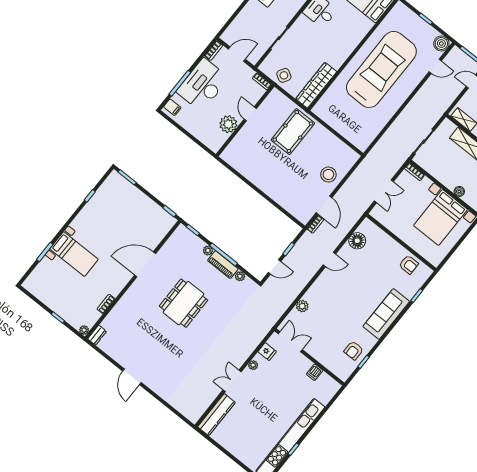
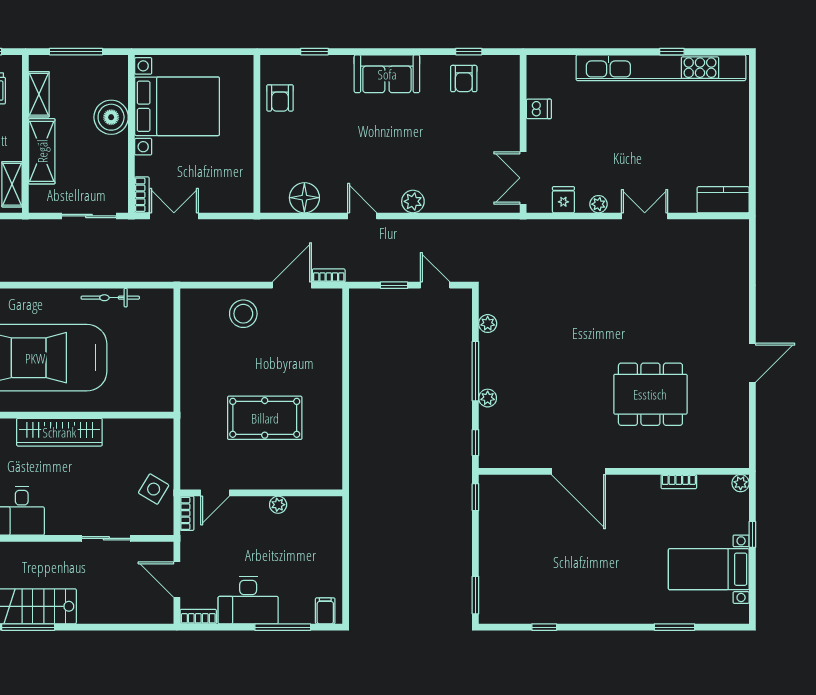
desk: (203, 85) -> (248, 600), width x0.73, depth x0.77
wardrobe: (316, 85) -> (59, 432), moved
door: (250, 114) -> (215, 493), moved
bicycle: (381, 123) -> (110, 298), added
plant: (228, 124) -> (278, 505), width x0.53, depth x0.53
pool table: (293, 132) -> (265, 418), moved
double door: (384, 191) -> (174, 216), moved
boiler: (459, 191) -> (111, 117), width x1.86, depth x1.86
bed with nightstands: (74, 254) -> (709, 569), moved, turned -90
piano: (223, 265) -> (491, 361), removed
armchair: (409, 265) -> (280, 98), turned 180
dining table: (184, 303) -> (650, 394), moved
plant: (302, 306) -> (413, 201), moved
sofa: (386, 314) -> (387, 74), width x0.73
dresser: (97, 335) -> (733, 459), removed
armchair: (354, 350) -> (464, 79), turned 90
double door: (232, 381) -> (645, 216), swing flipped
kitchen counter: (216, 415) -> (723, 200), width x0.67

